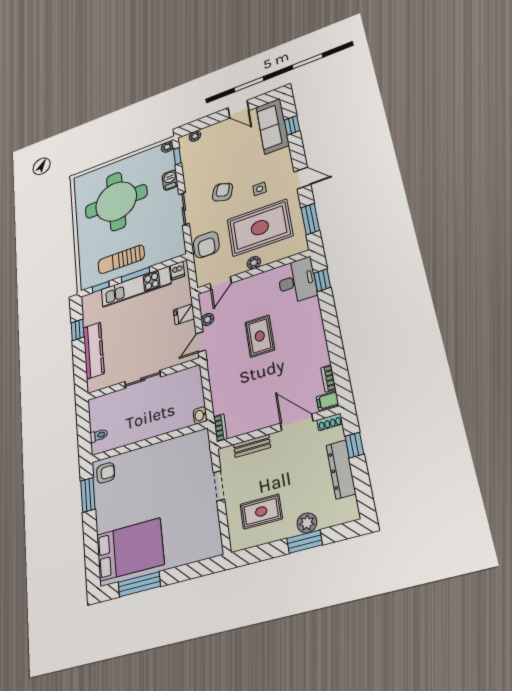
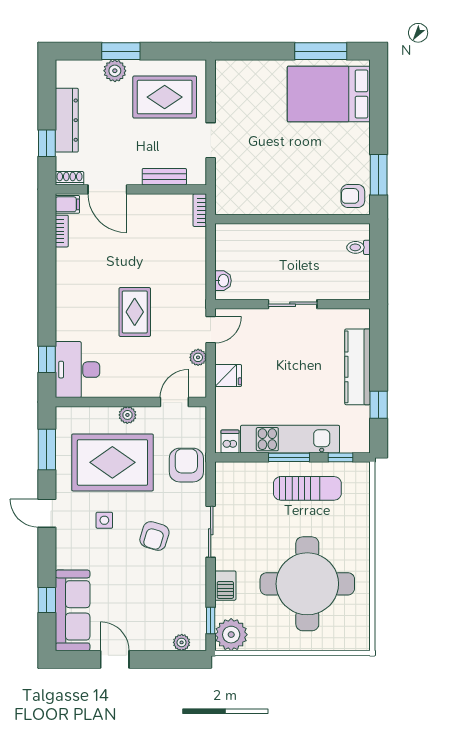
plant: (167, 147) -> (231, 635), width x1.88, depth x1.88
washbasin: (200, 415) -> (223, 281), moved
rug: (261, 512) -> (165, 97), width x1.36, depth x1.43

